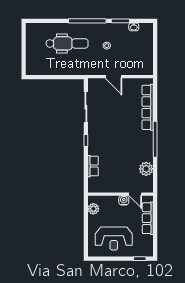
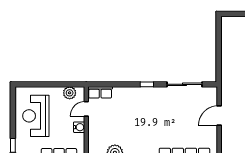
row of seats: (93, 166) -> (100, 92), moved
door: (135, 194) -> (86, 109), moved

